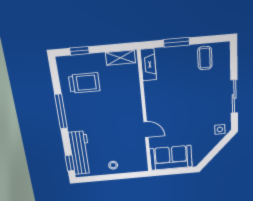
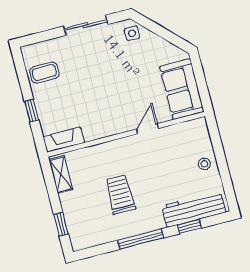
window: (176, 42) -> (32, 111), width x0.67
trolley: (84, 83) -> (120, 194), moved
window: (70, 163) -> (189, 226), moved

